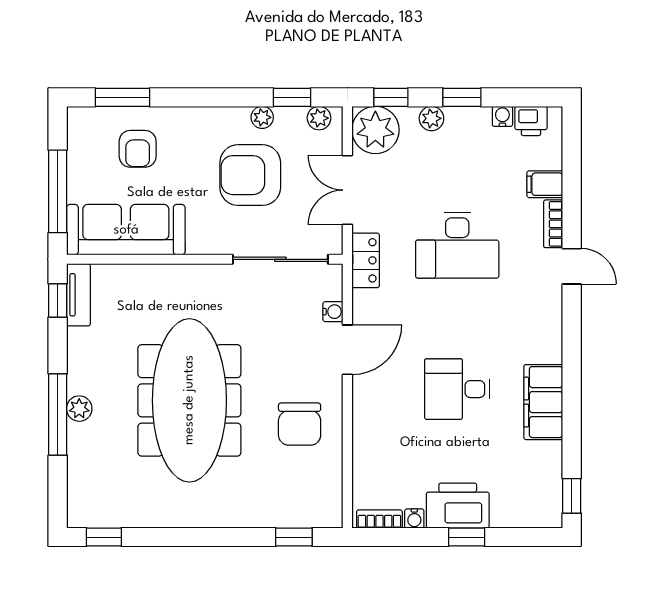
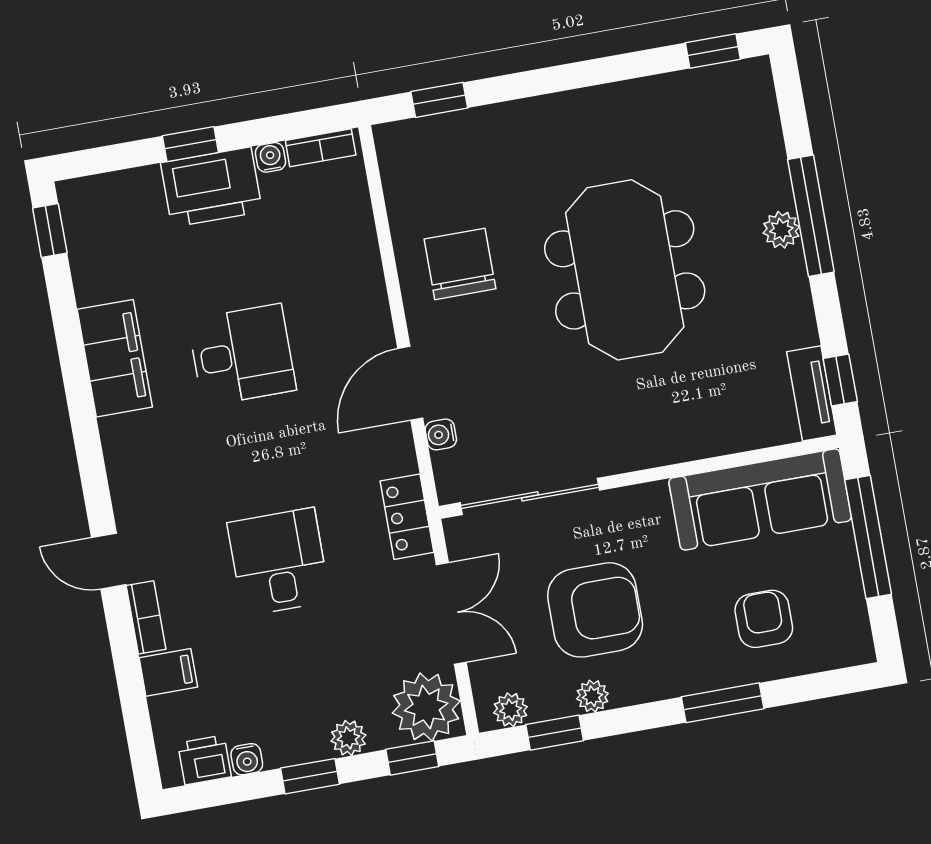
window: (123, 97) -> (723, 703), moved
desk: (457, 245) -> (279, 562), width x0.73
meeting table: (189, 400) -> (625, 270), width x0.73

